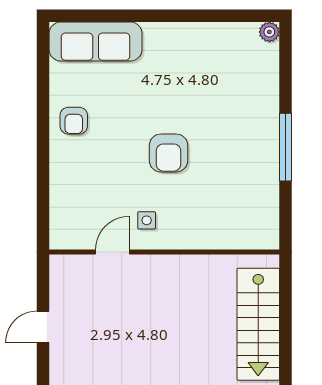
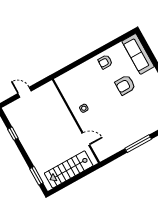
armchair: (169, 153) -> (125, 85), moved
door: (112, 252) -> (86, 139), moved

